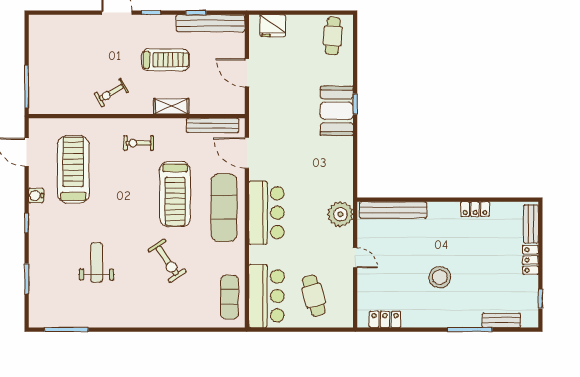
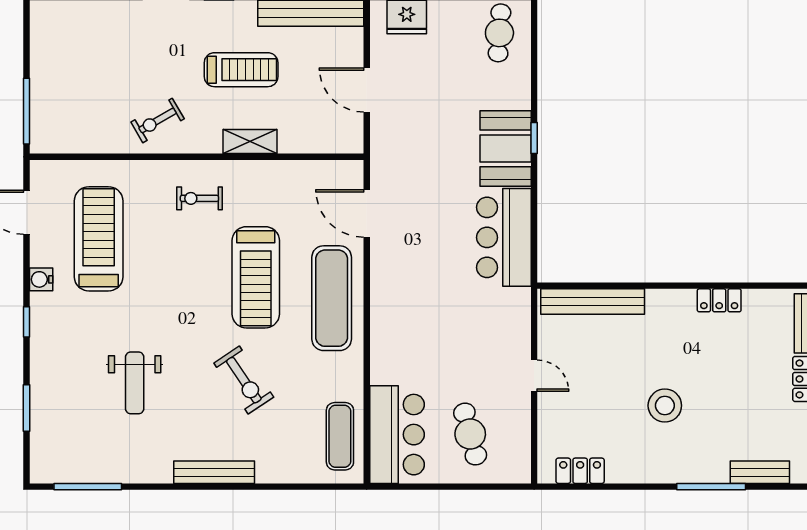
bench: (213, 125) -> (214, 472), moved
bar counter: (266, 213) -> (504, 237), moved, turned 180
plant: (340, 214) -> (511, 308), removed
weight bench: (97, 263) -> (135, 383), turned 180

